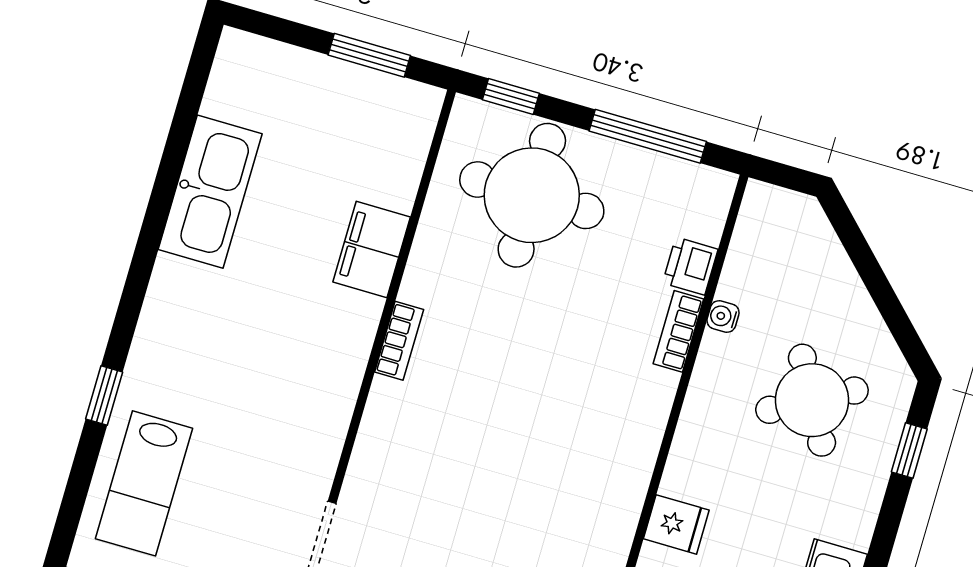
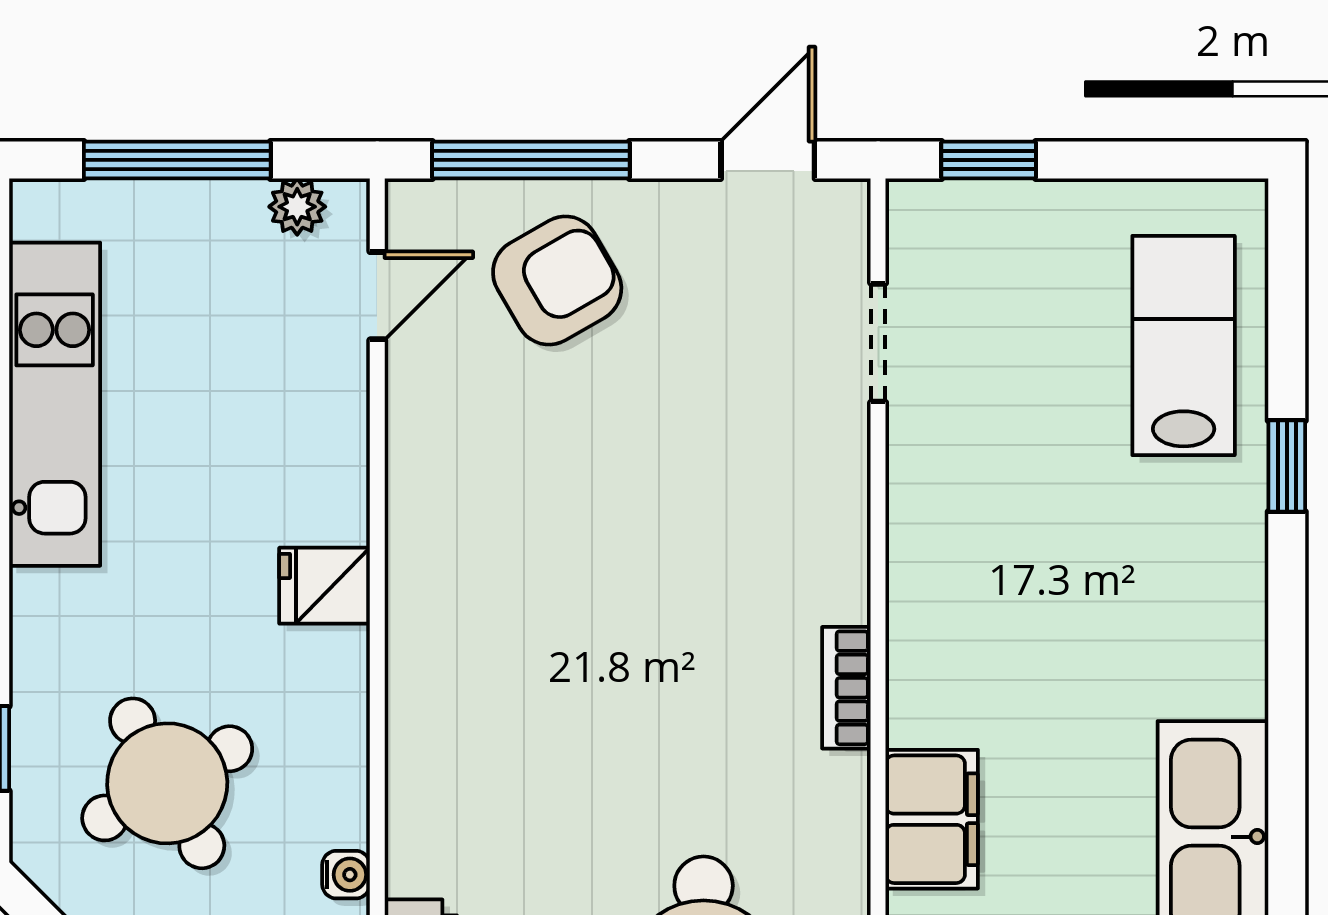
bookcase: (678, 331) -> (410, 831), removed
fridge: (676, 524) -> (325, 586), moved

